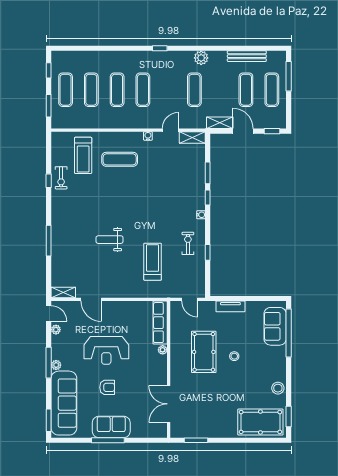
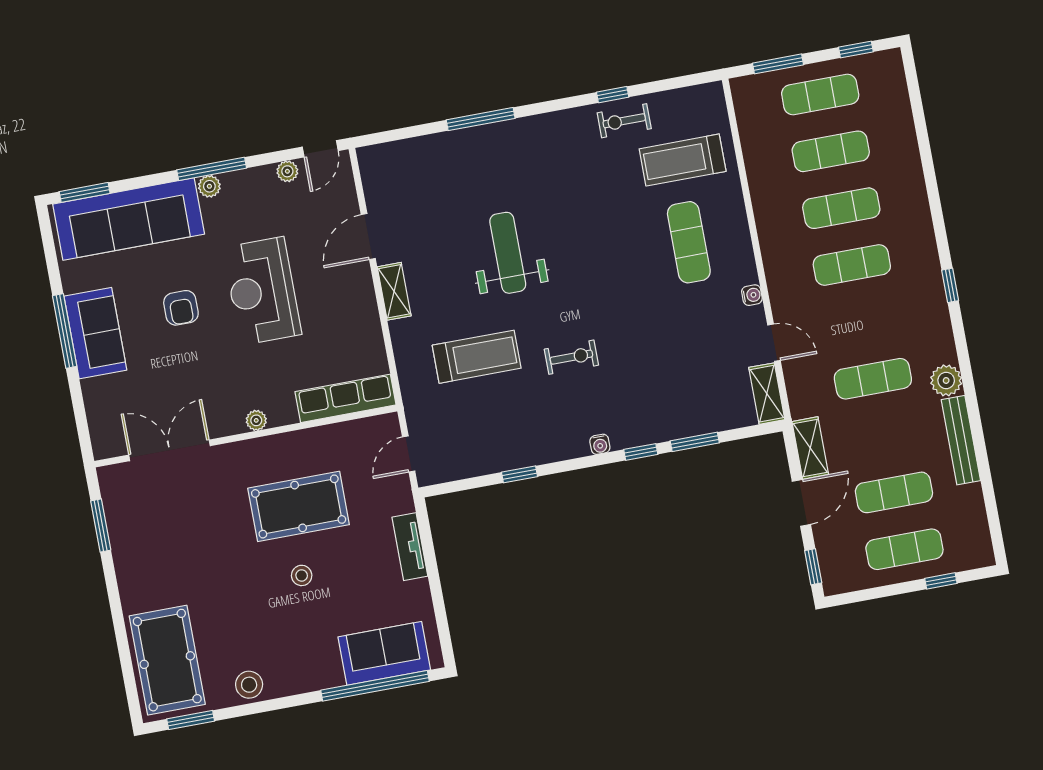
bench: (247, 56) -> (961, 440), moved
window: (289, 76) -> (941, 581), width x0.46
weight bench: (110, 240) -> (508, 253), width x1.36, depth x1.33
exercise bike: (188, 243) -> (571, 357), moved
shelving: (63, 293) -> (394, 291), moved
plant: (163, 350) -> (256, 420), moved

